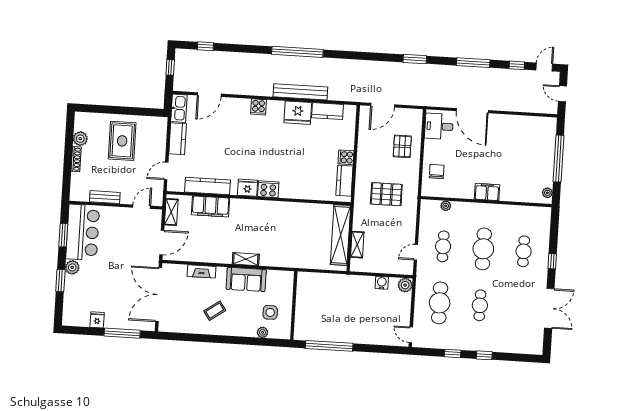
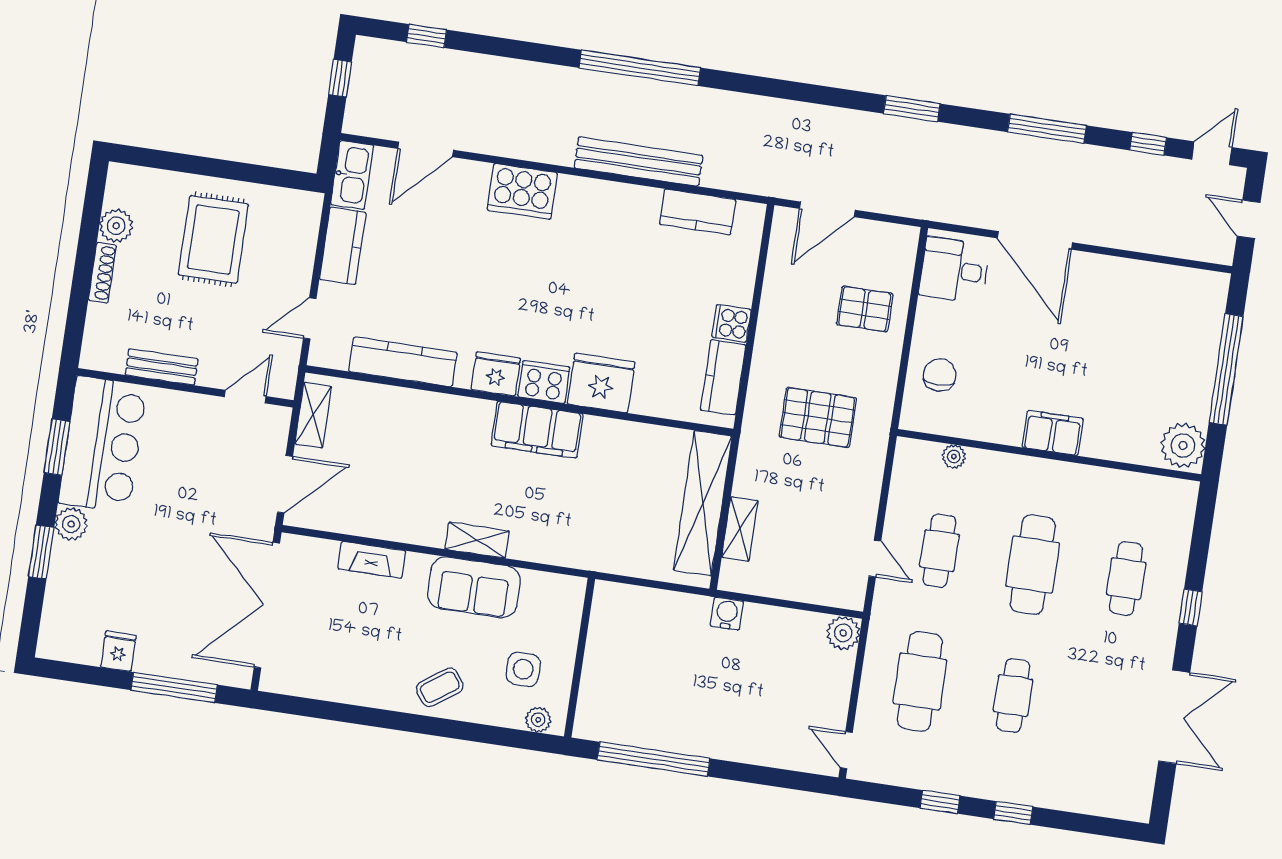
cooker: (258, 107) -> (522, 191), width x1.87, depth x1.31
fridge: (298, 113) -> (601, 383), moved, turned 180
pallet: (402, 146) -> (865, 309), turned 90
plant: (547, 193) -> (1183, 445), width x1.87, depth x1.87
filing cabinet: (211, 206) -> (537, 430), moved
door: (416, 252) -> (875, 559), swing flipped
water cooler: (382, 283) -> (727, 614), moved
coffee table: (215, 311) -> (440, 687), moved
plant: (262, 332) -> (538, 720), moved

